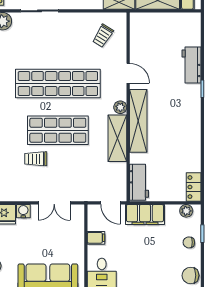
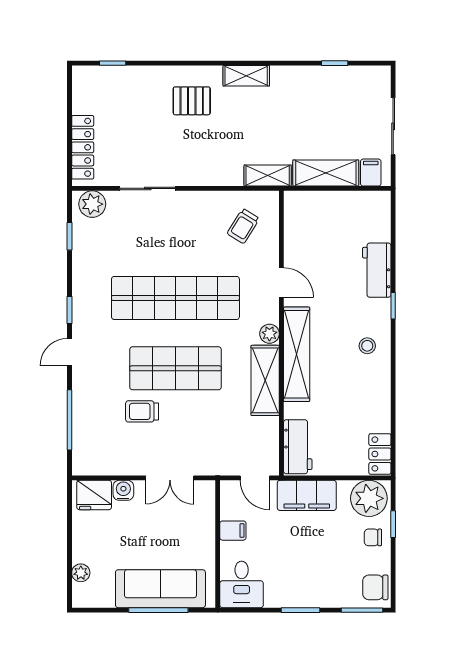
stool: (185, 115) -> (367, 346), added
plant: (186, 211) -> (369, 498), width x1.87, depth x1.87

